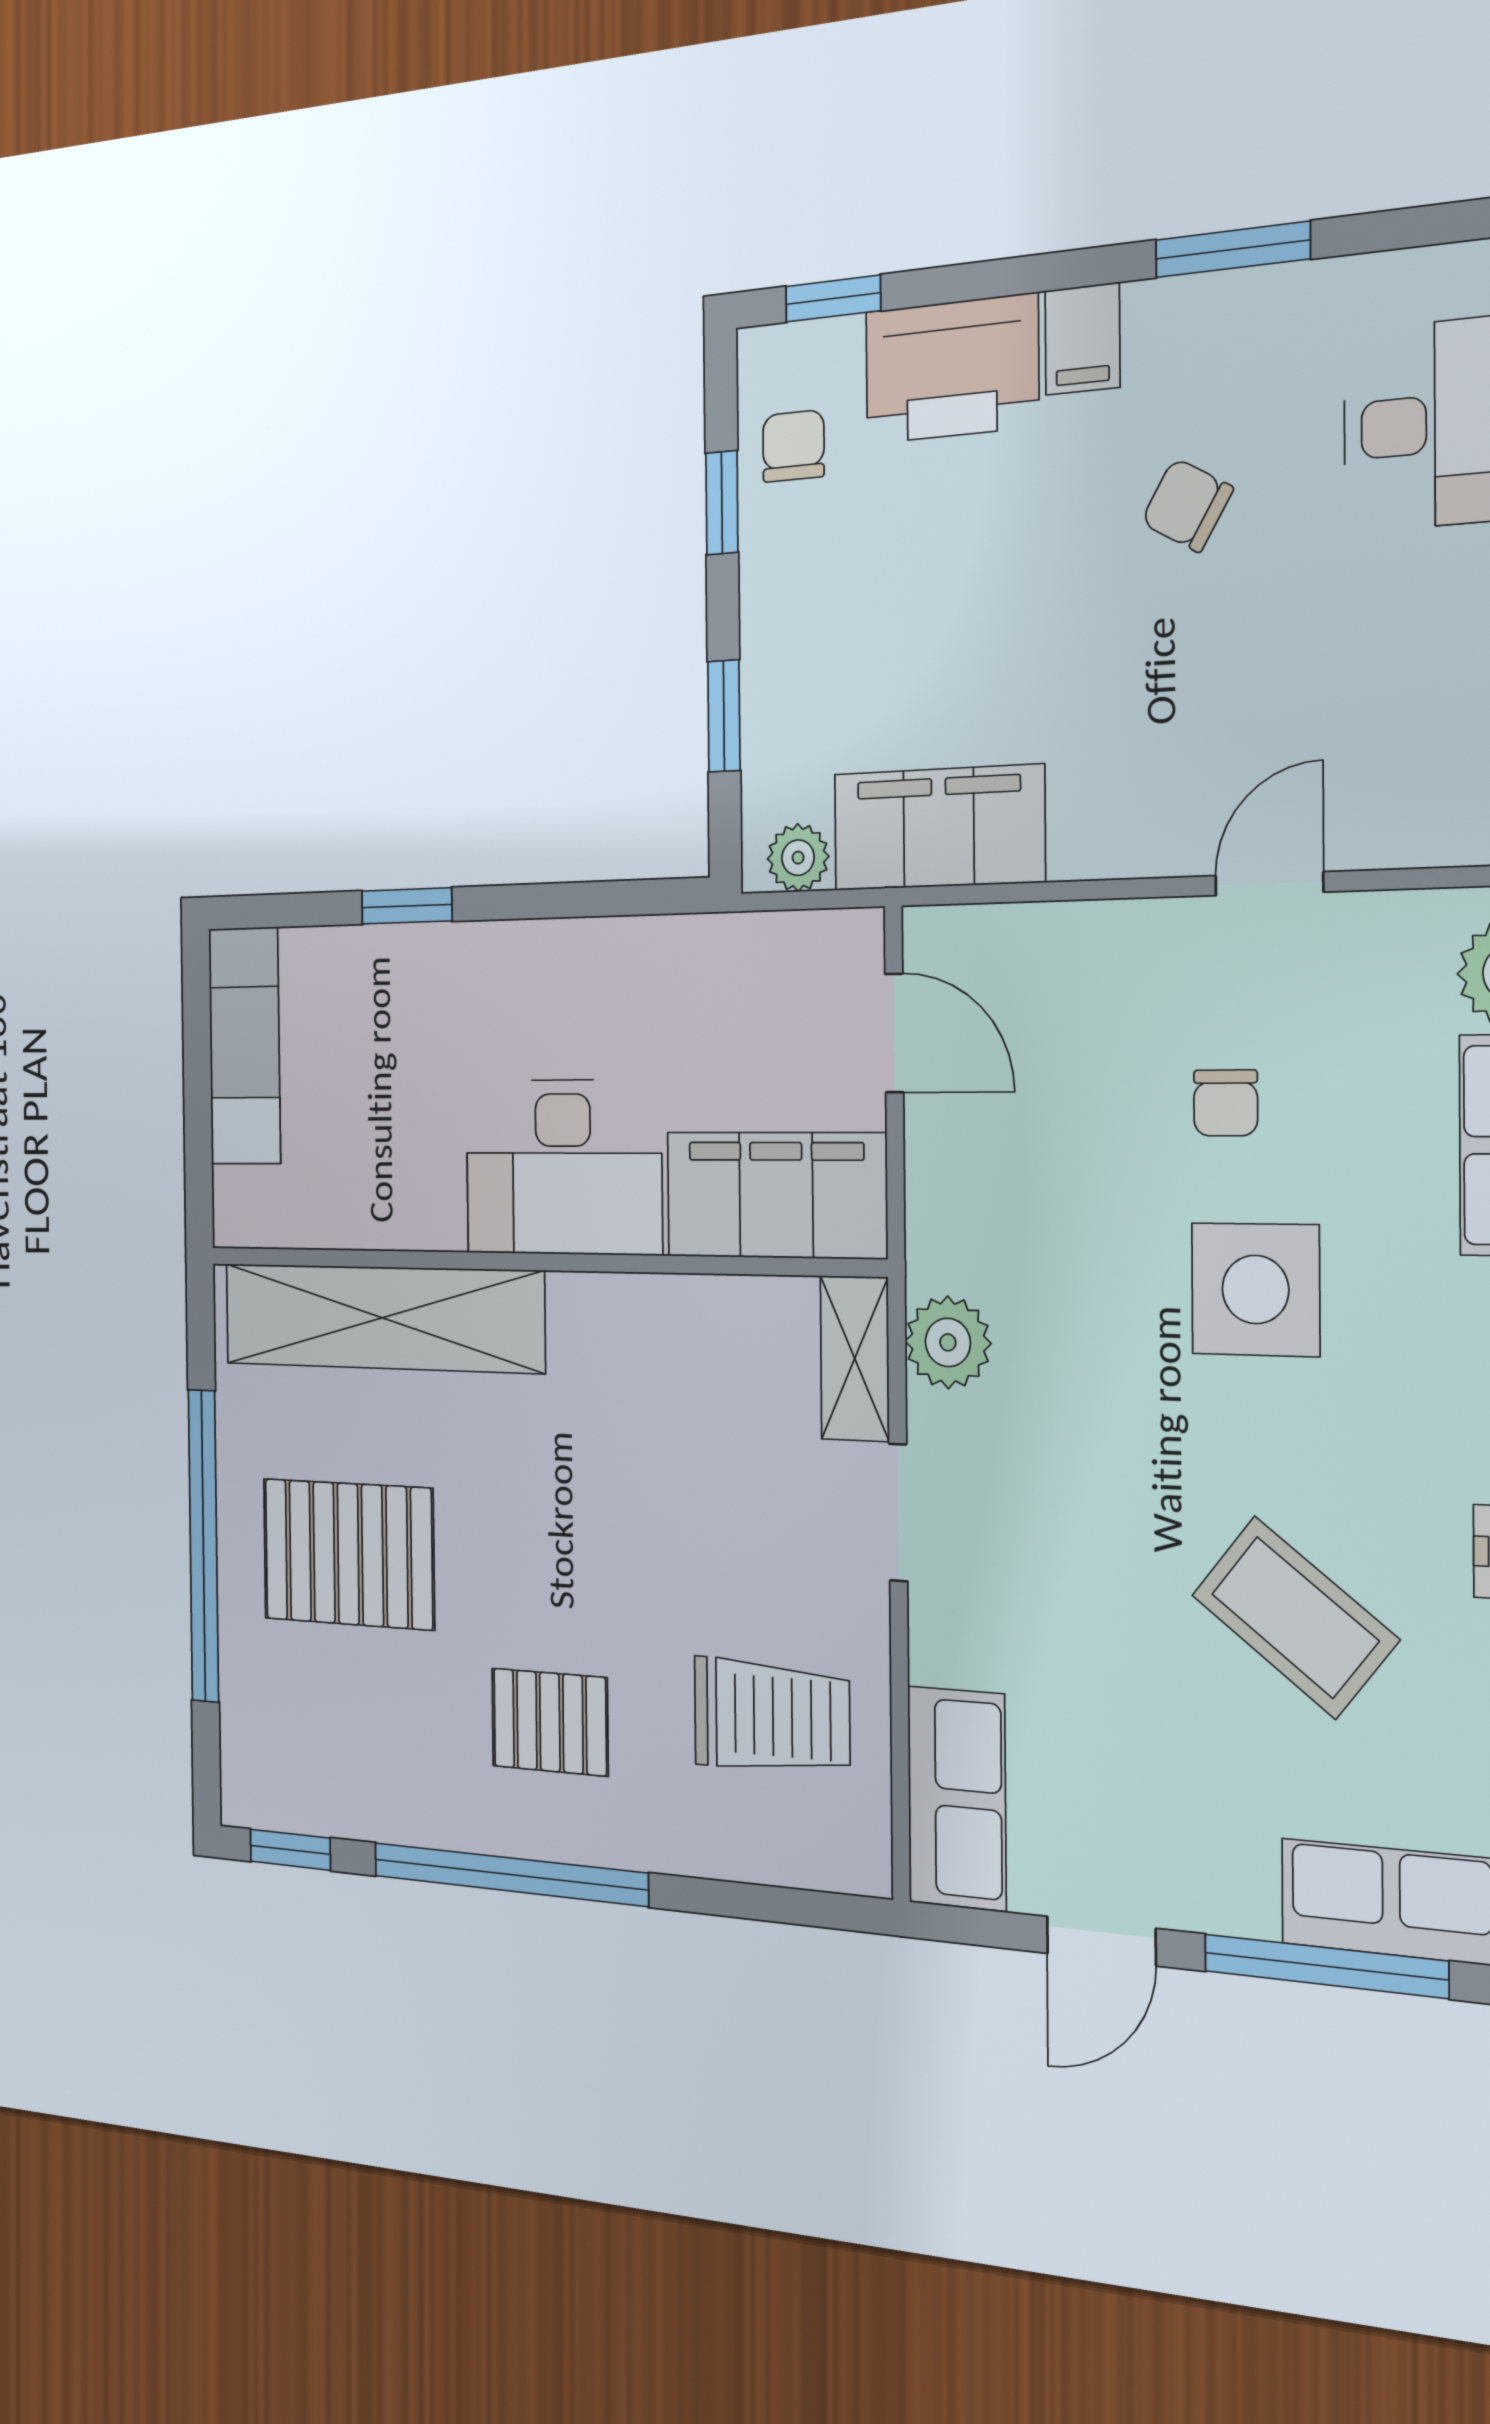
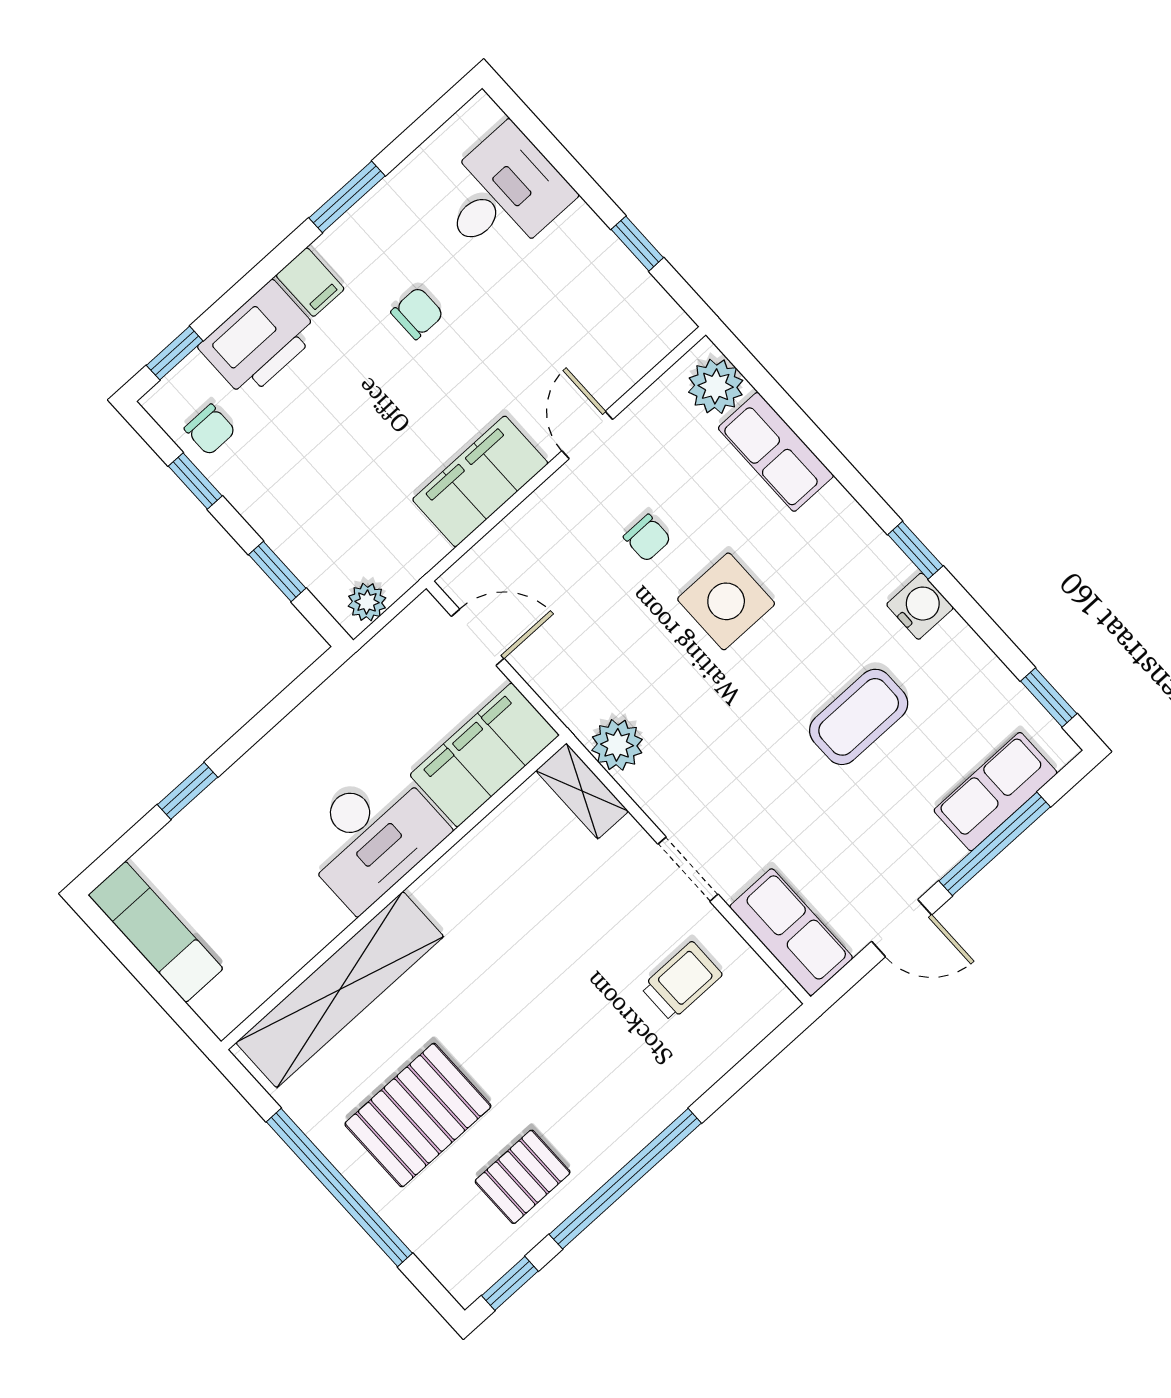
chair: (793, 446) -> (210, 430), turned 180
chair: (1187, 505) -> (417, 313), turned 150
filing cabinet: (939, 828) -> (480, 481), moved
doorway: (898, 1513) -> (688, 869), moved
coffee table: (1295, 1617) -> (859, 717), turned -38
trolley: (772, 1716) -> (682, 981), width x0.73, depth x0.72
pallet: (550, 1722) -> (523, 1177), moved
door: (1101, 1941) -> (902, 928), hinge flipped

